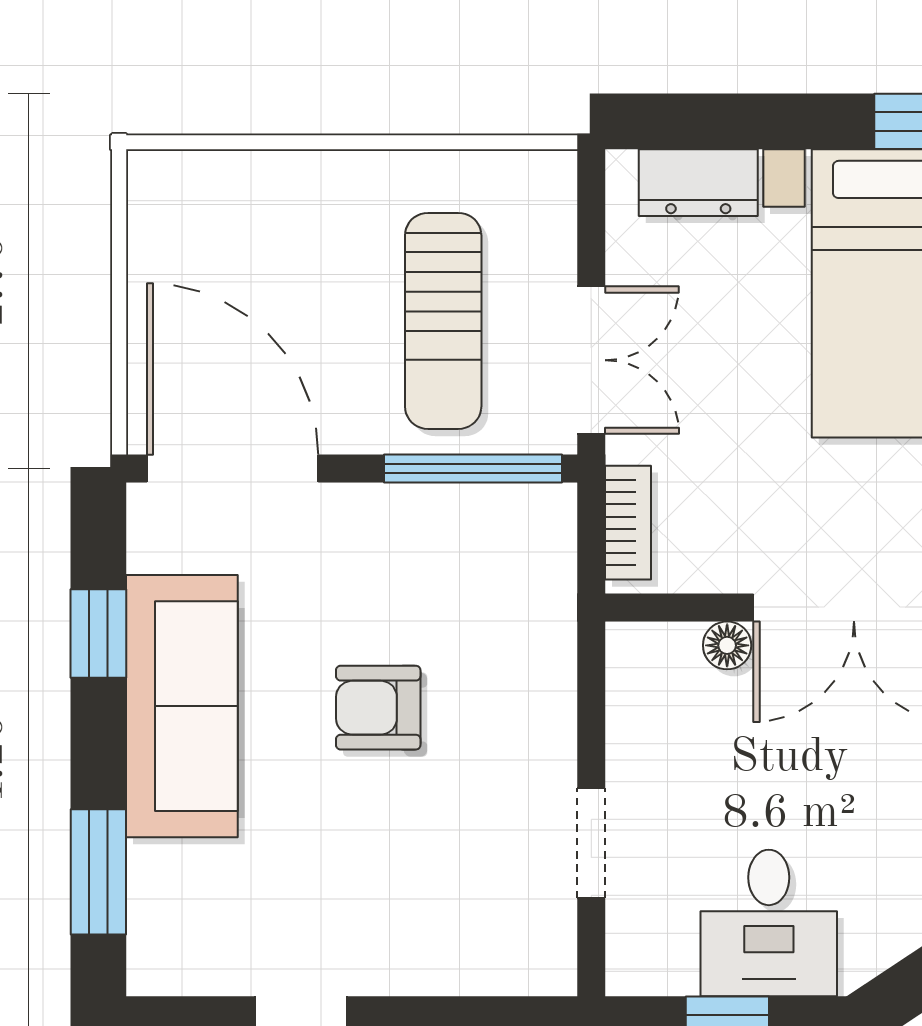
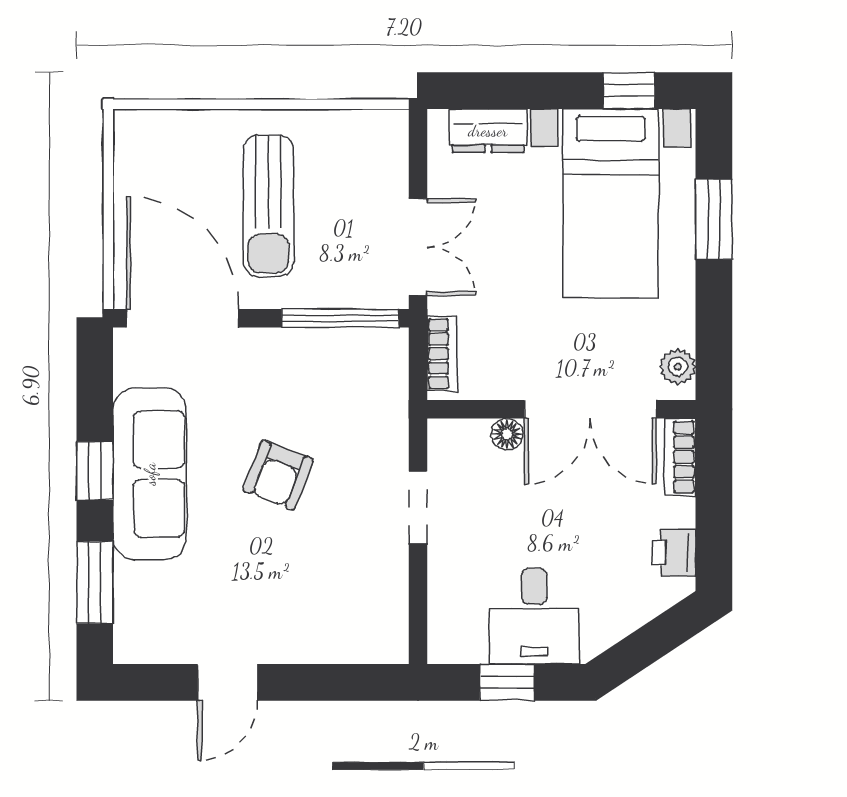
sun lounger: (443, 321) -> (268, 206), moved
window: (98, 634) -> (95, 471), moved
armchair: (378, 708) -> (278, 475), turned -69
doorway: (591, 843) -> (418, 507), moved

